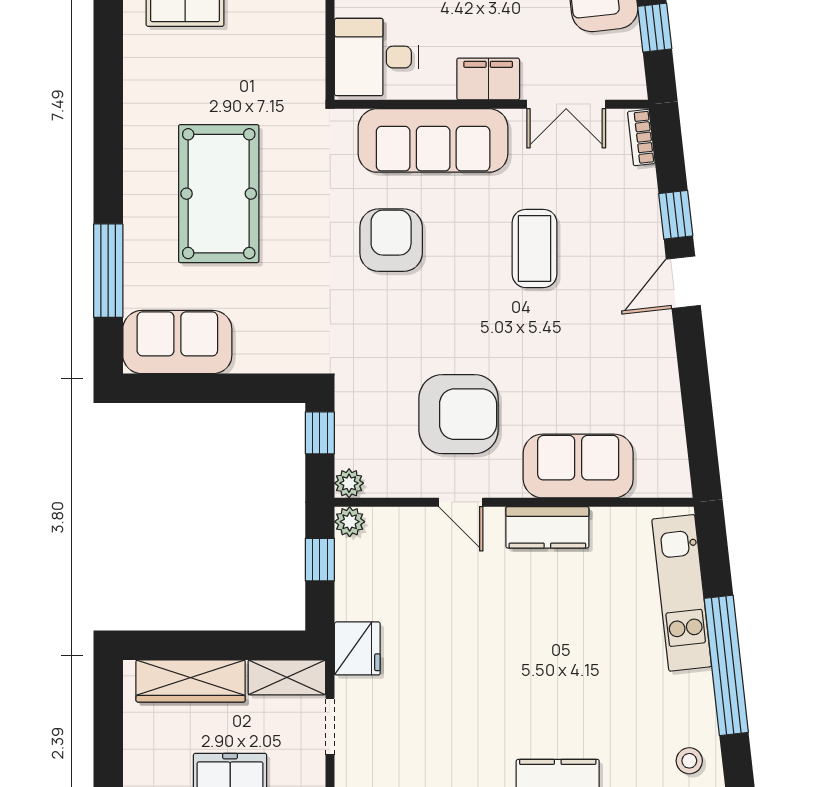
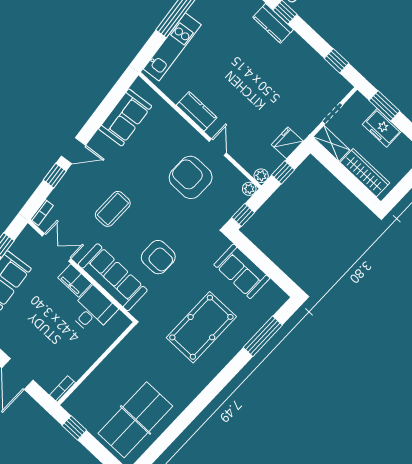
desk: (376, 57) -> (93, 311), moved, turned -90
armchair: (391, 240) -> (158, 257), turned -90
sofa: (177, 342) -> (242, 271), moved
sofa: (578, 466) -> (125, 117), moved, turned -96
fridge: (357, 648) -> (287, 143), moved

